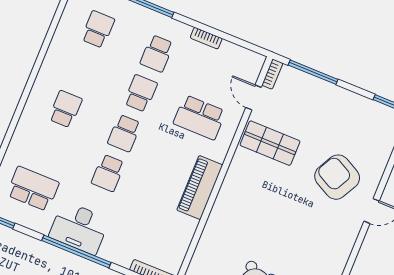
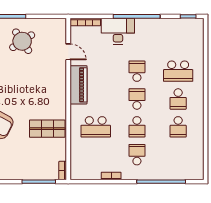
school desk: (98, 29) -> (178, 127), moved
door: (254, 97) -> (68, 52), moved
school desk: (200, 117) -> (96, 127), turned 180
school desk: (33, 189) -> (178, 71), moved
desk: (79, 228) -> (118, 31), moved

